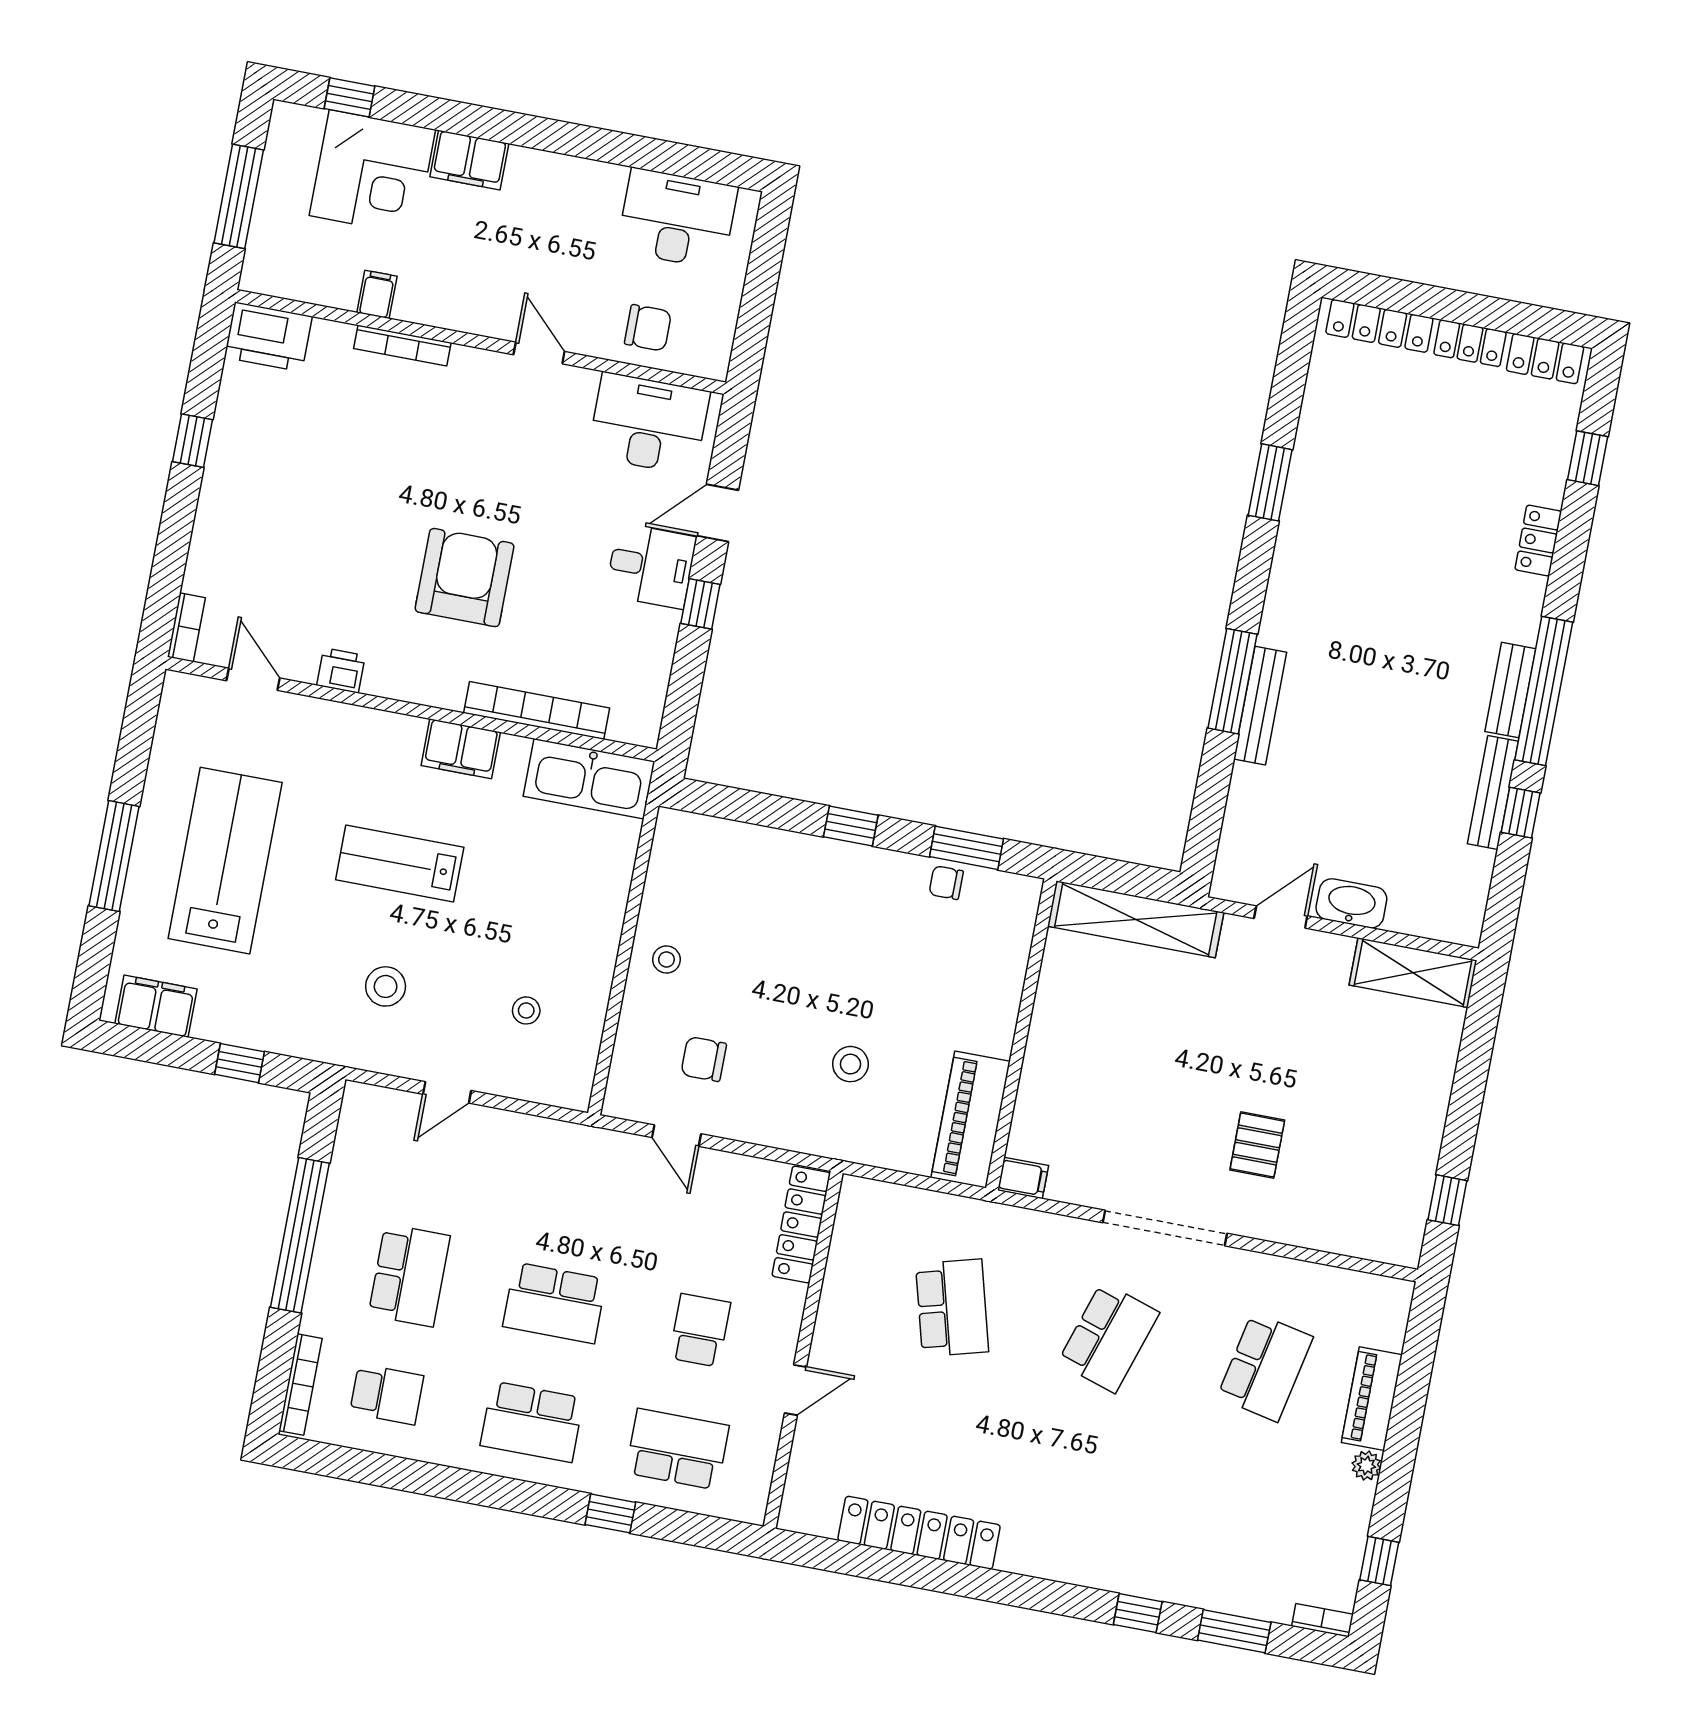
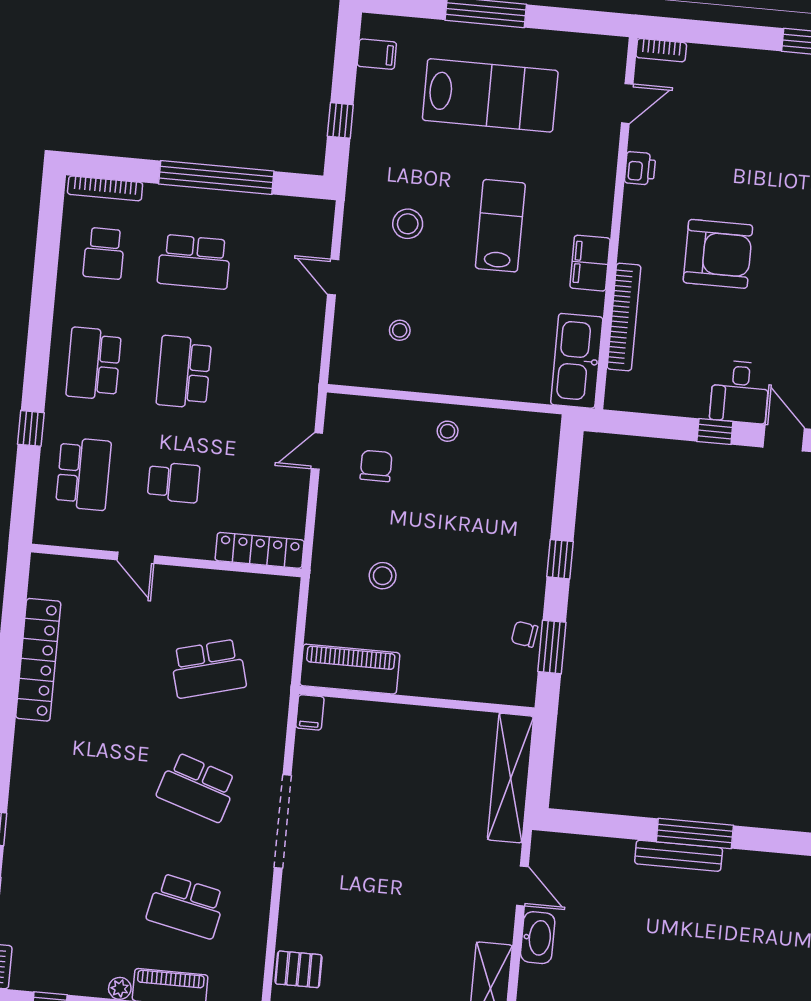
chair: (946, 883) -> (525, 634), turned -81
filing cabinet: (156, 1006) -> (377, 54), width x0.50
pallet: (1257, 1145) -> (299, 969), moved

